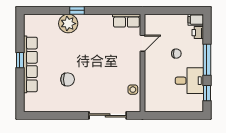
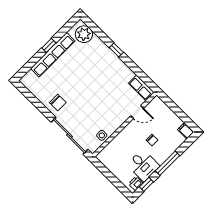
plant: (68, 24) -> (84, 34), moved
printer: (198, 33) -> (136, 183), moved
chair: (68, 79) -> (58, 103), moved
sliding door: (108, 115) -> (69, 136), width x1.36

